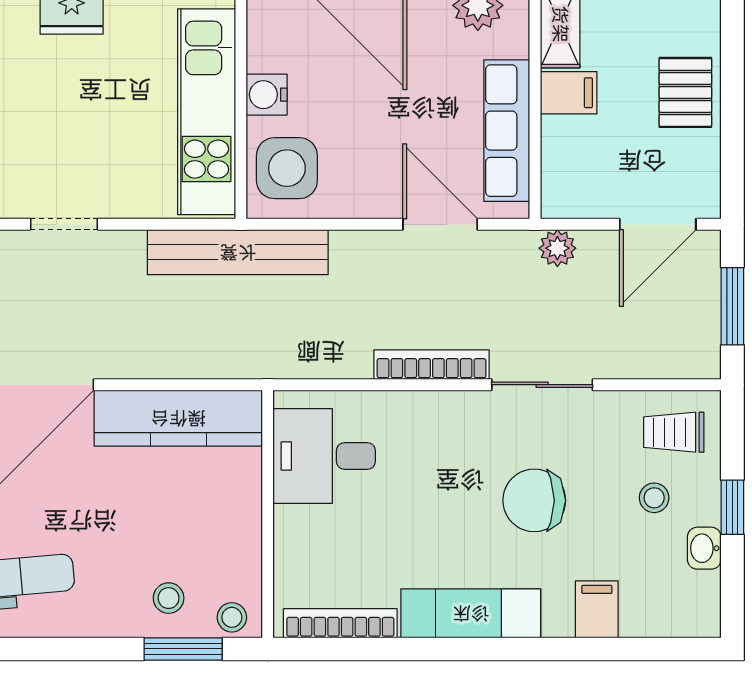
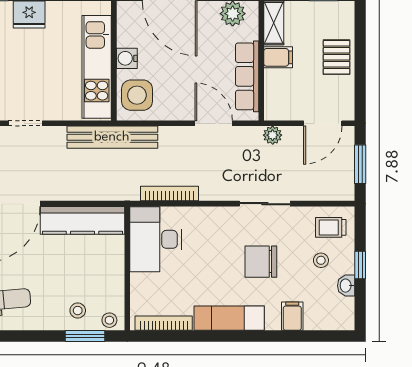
bookcase: (431, 365) -> (170, 194), moved
desk: (324, 456) -> (156, 239), width x1.37

